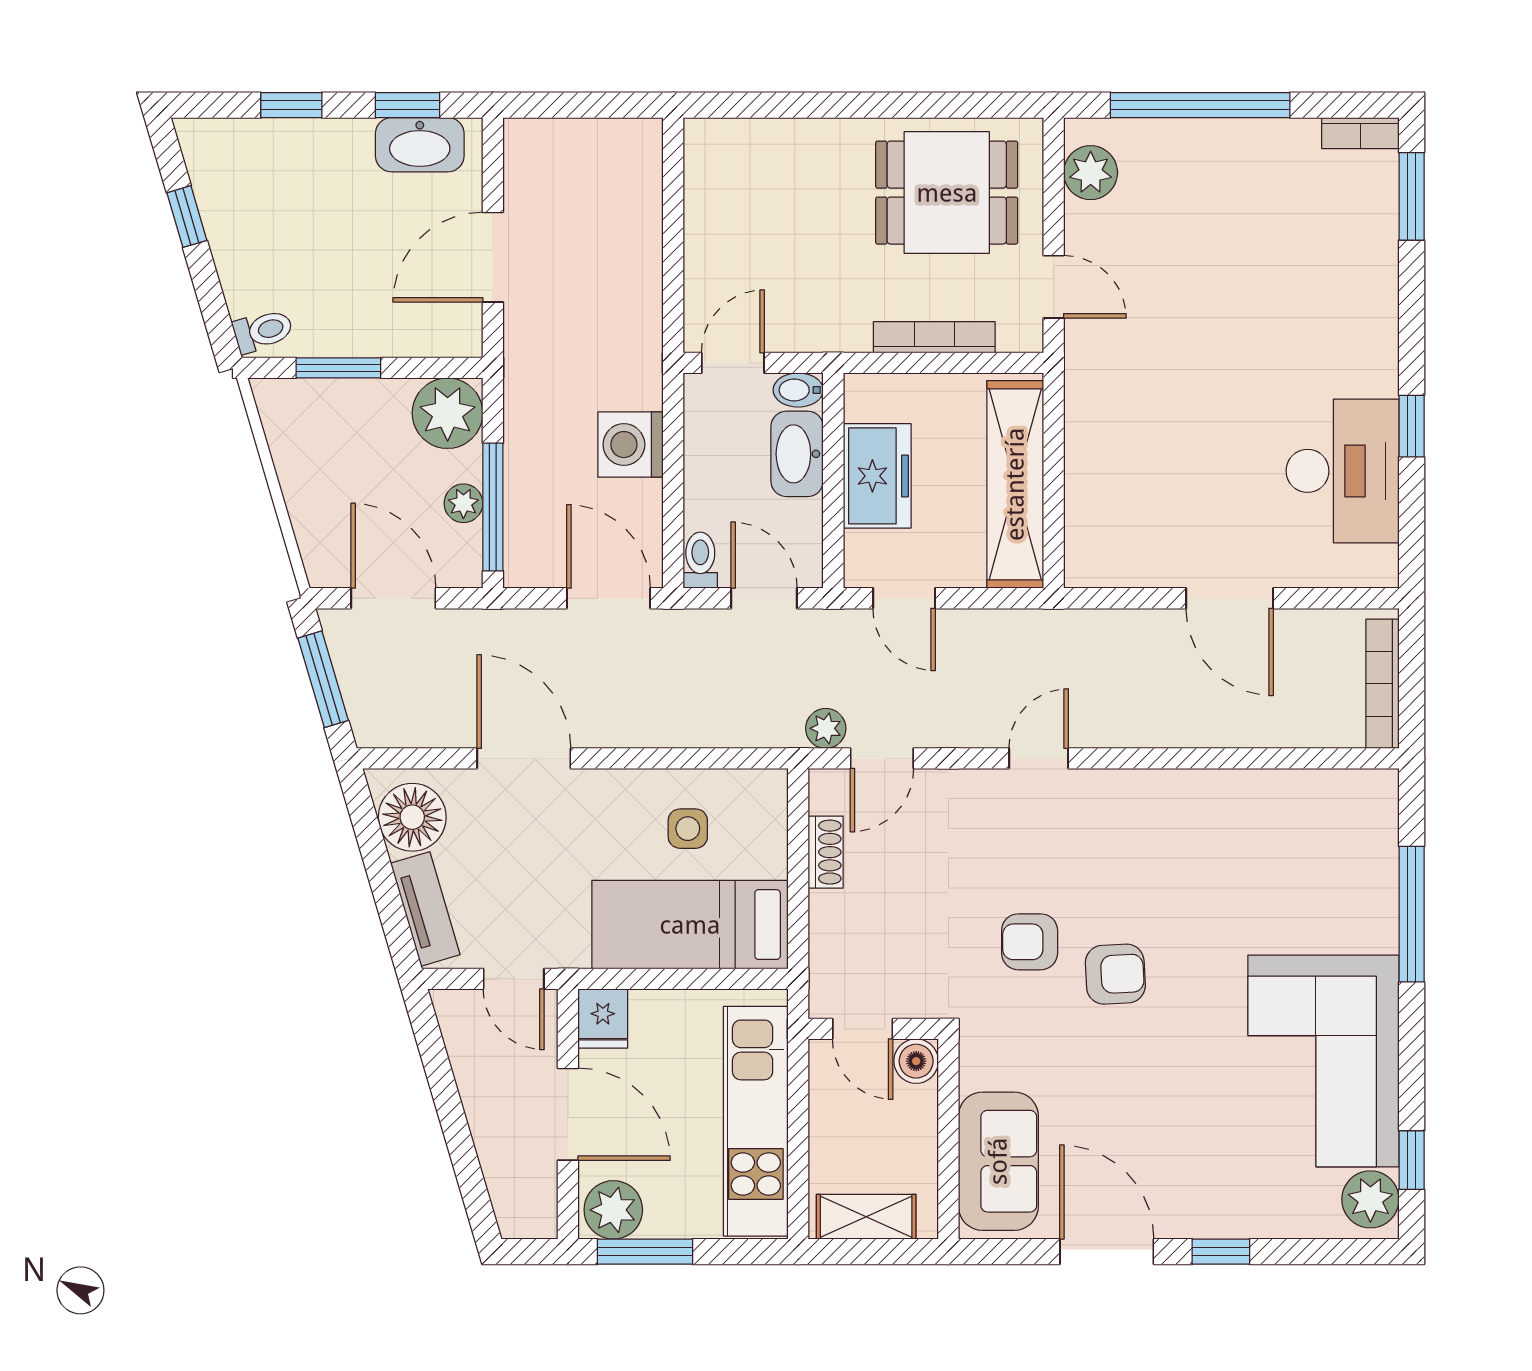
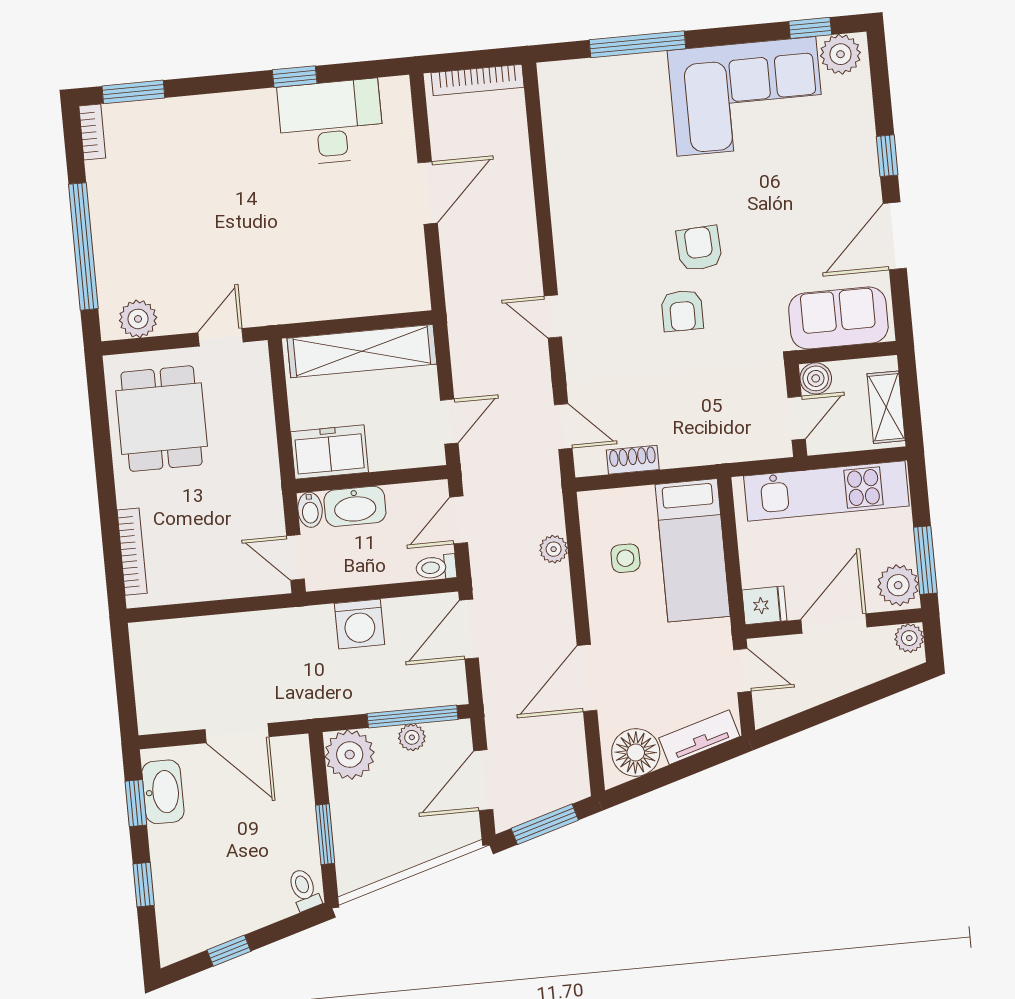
bookcase: (934, 337) -> (132, 552), moved, turned 180
freezer: (877, 476) -> (329, 452), moved
plant: (826, 728) -> (554, 549), moved
door: (514, 979) -> (742, 671), hinge flipped
door: (863, 1029) -> (797, 418), moved
wall: (873, 1029) -> (796, 411), moved
boiler: (916, 1061) -> (816, 378), moved
plant: (537, 1218) -> (909, 638), added

